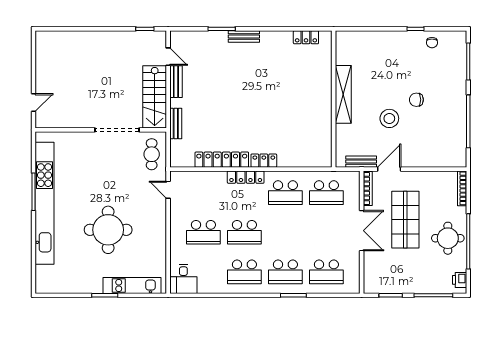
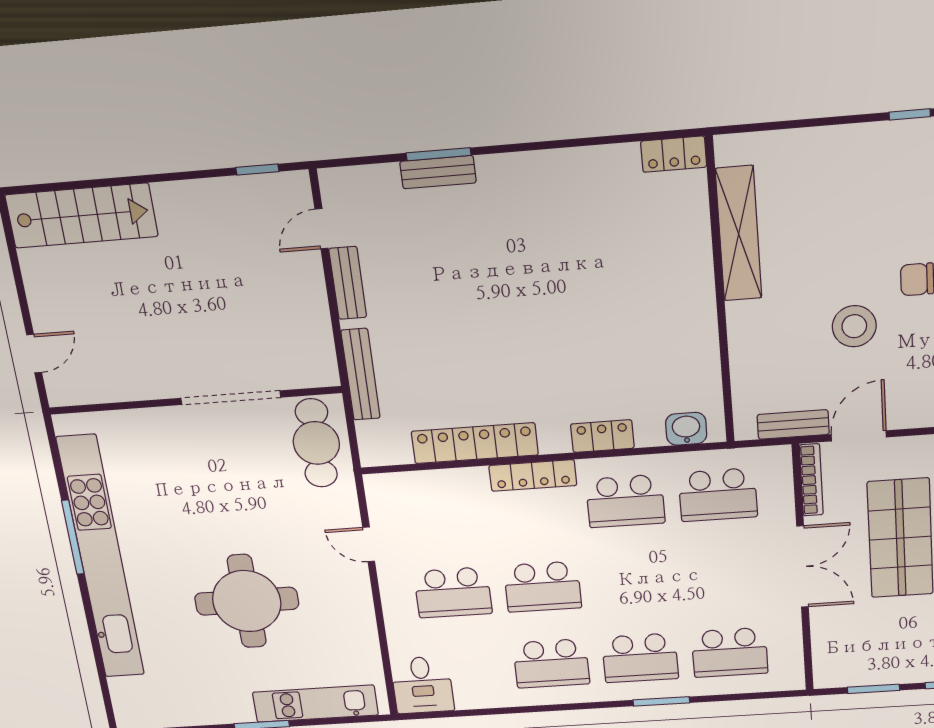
bench: (244, 37) -> (438, 172), moved
locker: (306, 37) -> (674, 154), moved
door: (168, 57) -> (322, 229), swing flipped
shelving: (343, 94) -> (739, 234), moved
stairs: (155, 97) -> (81, 216), moved, turned -90
bench: (176, 124) -> (361, 374), width x1.36
cafe table: (152, 154) -> (316, 443), width x1.37, depth x1.35
washbasin: (315, 160) -> (686, 429), added
locker: (264, 161) -> (602, 436), moved
door: (168, 190) -> (369, 544), moved

